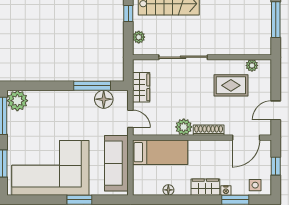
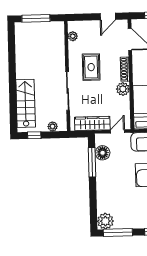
rug: (231, 85) -> (91, 67), moved
wardrobe: (141, 87) -> (92, 123), width x1.50
door: (276, 110) -> (108, 16), hinge flipped

